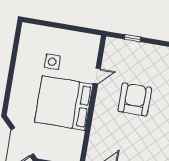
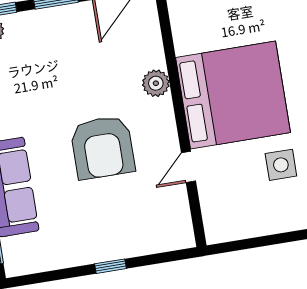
window: (133, 38) -> (111, 266), moved
plant: (99, 121) -> (156, 83), added

